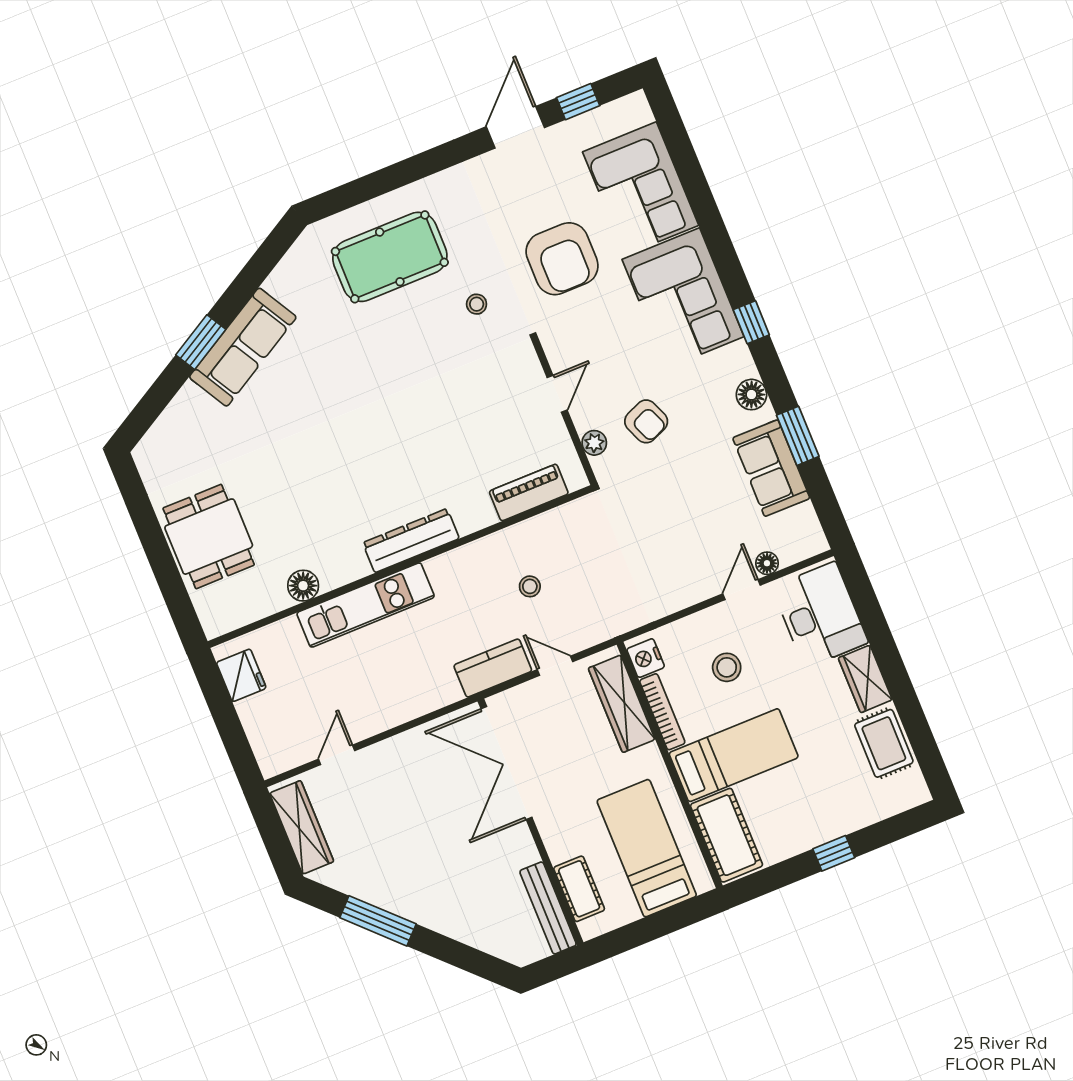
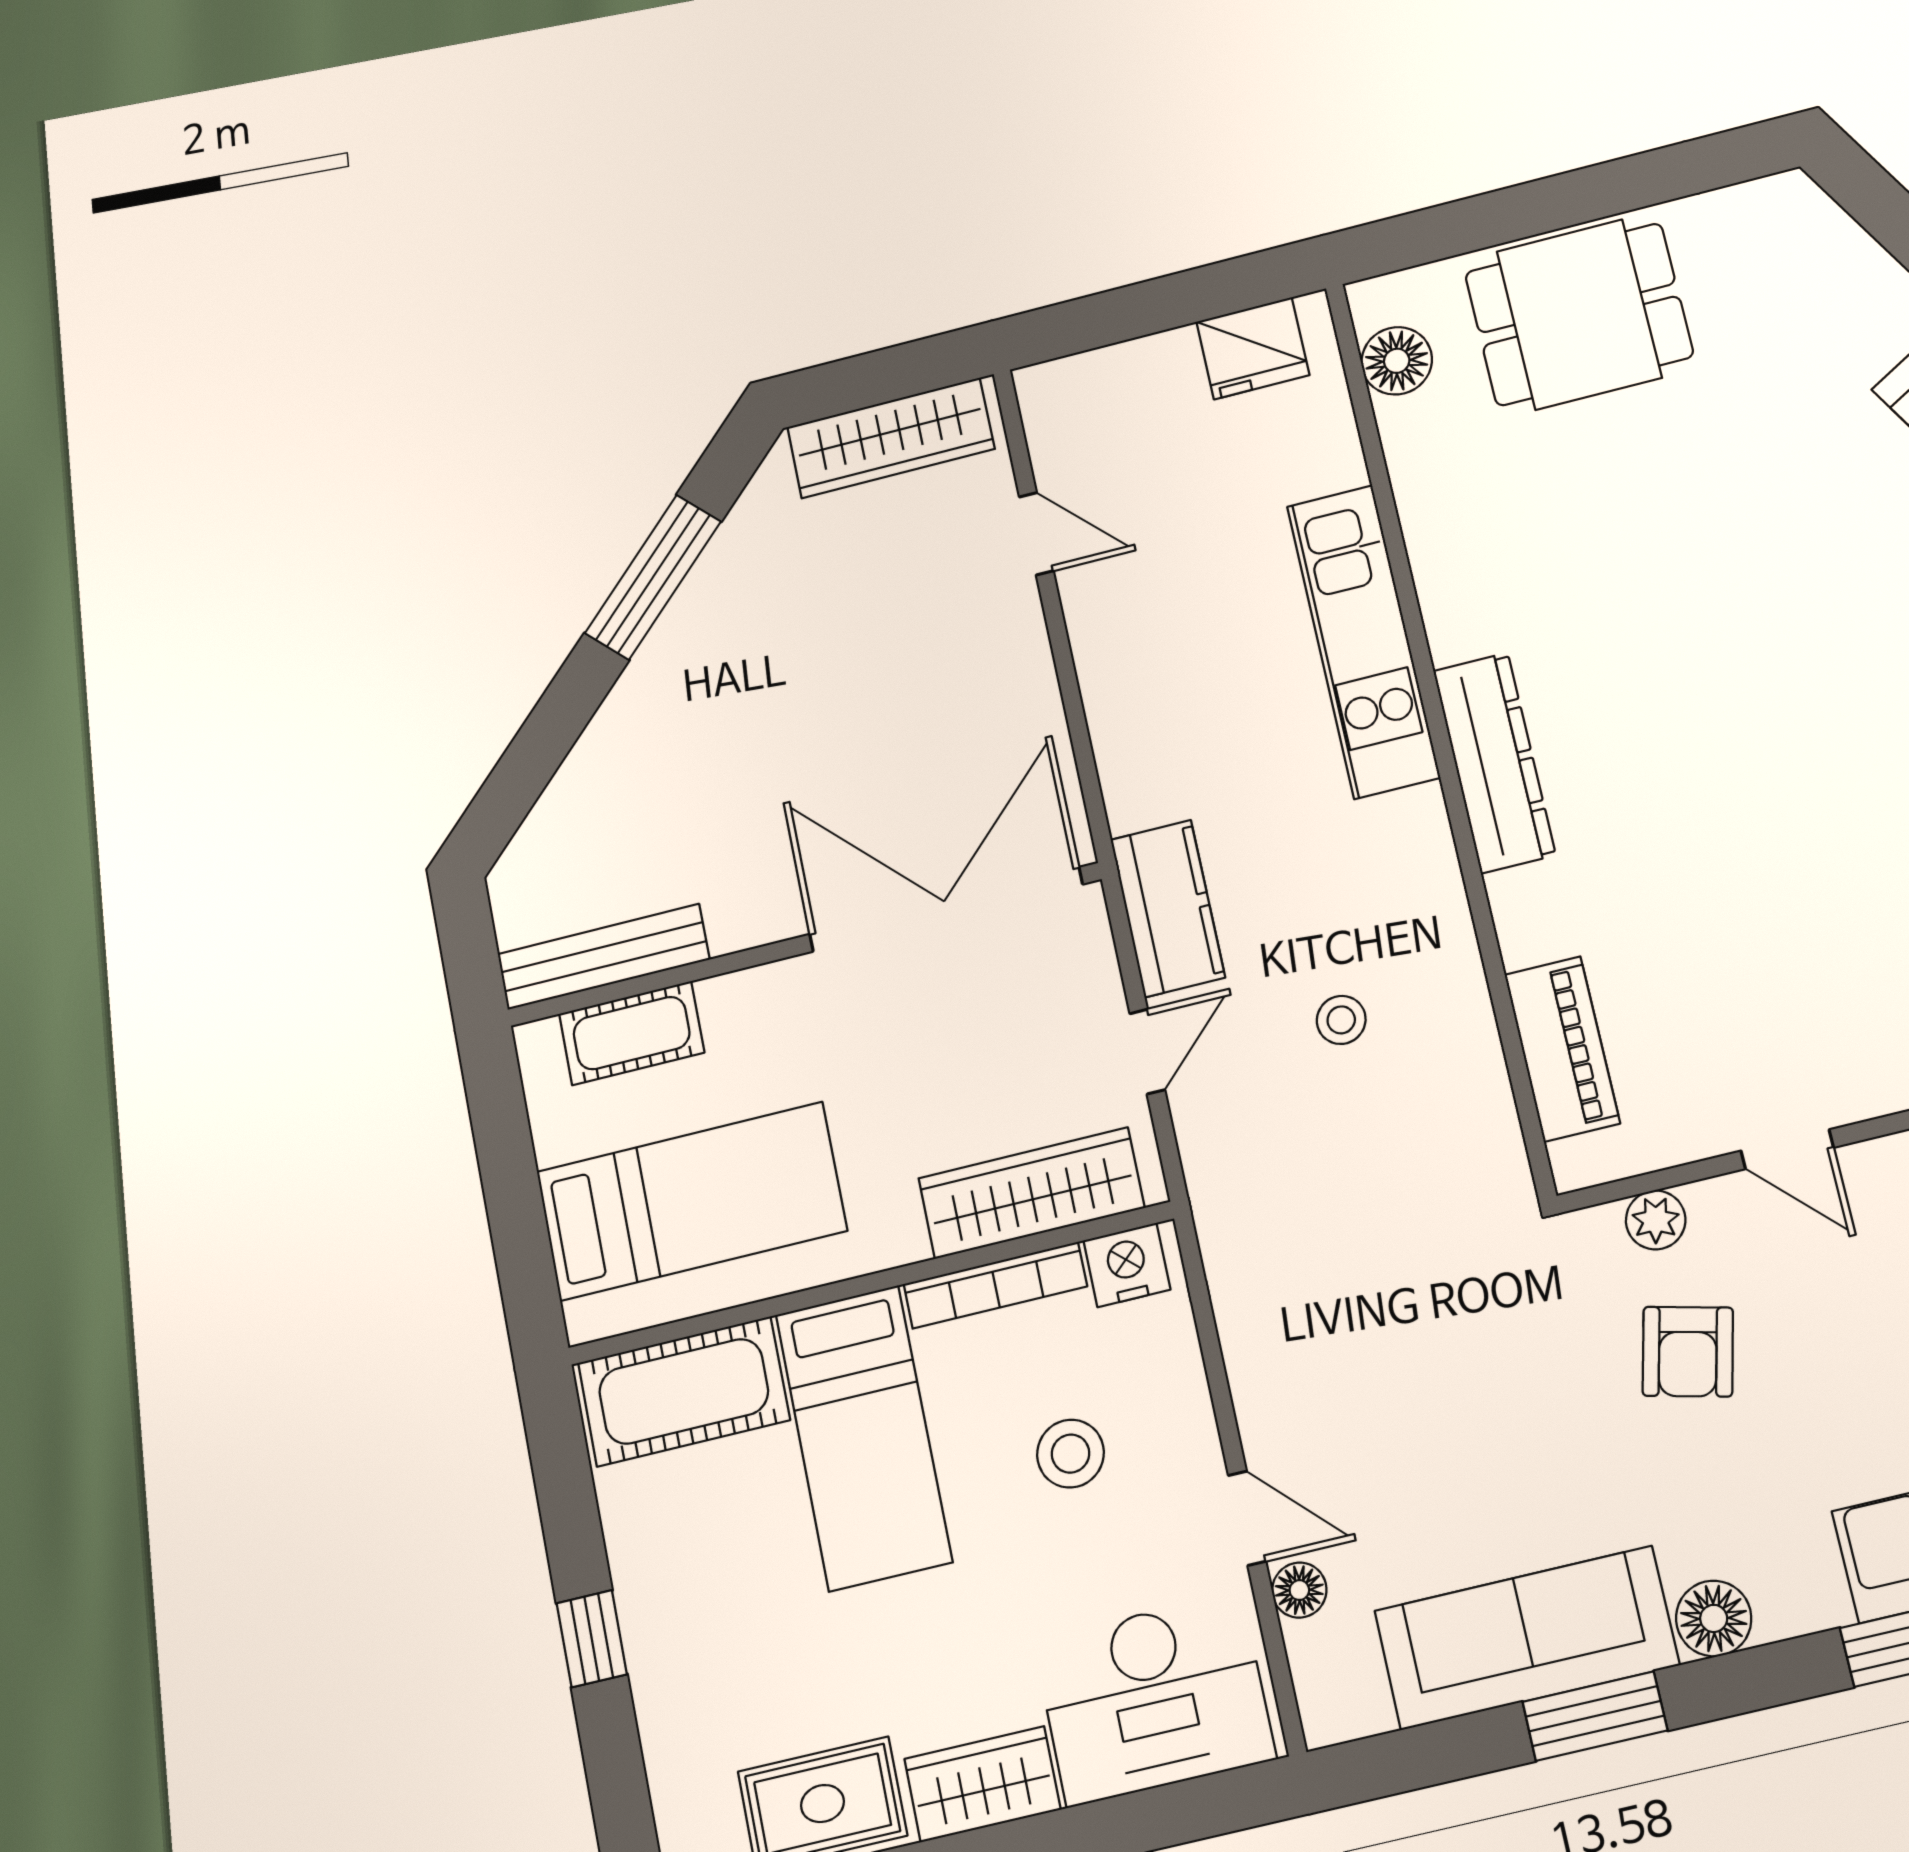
armchair: (646, 421) -> (1688, 1352), turned -53
sofa: (771, 468) -> (1527, 1638), width x1.36
floor lamp: (303, 586) -> (1397, 361), moved

